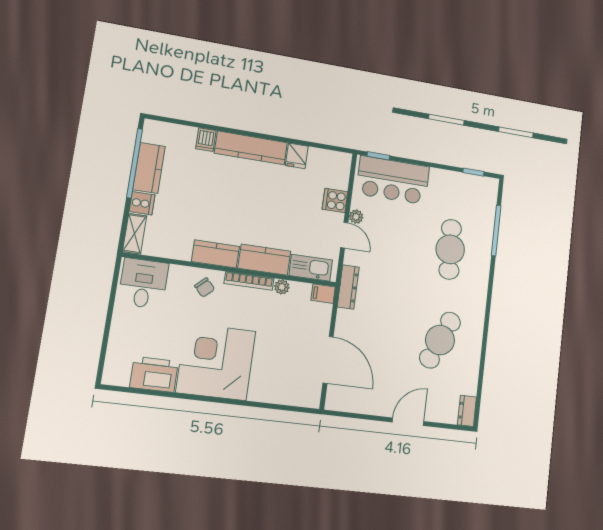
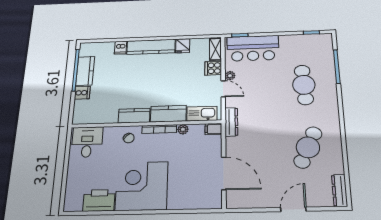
shelving: (135, 234) -> (215, 49), moved
dresser: (467, 411) -> (340, 190), width x1.44

